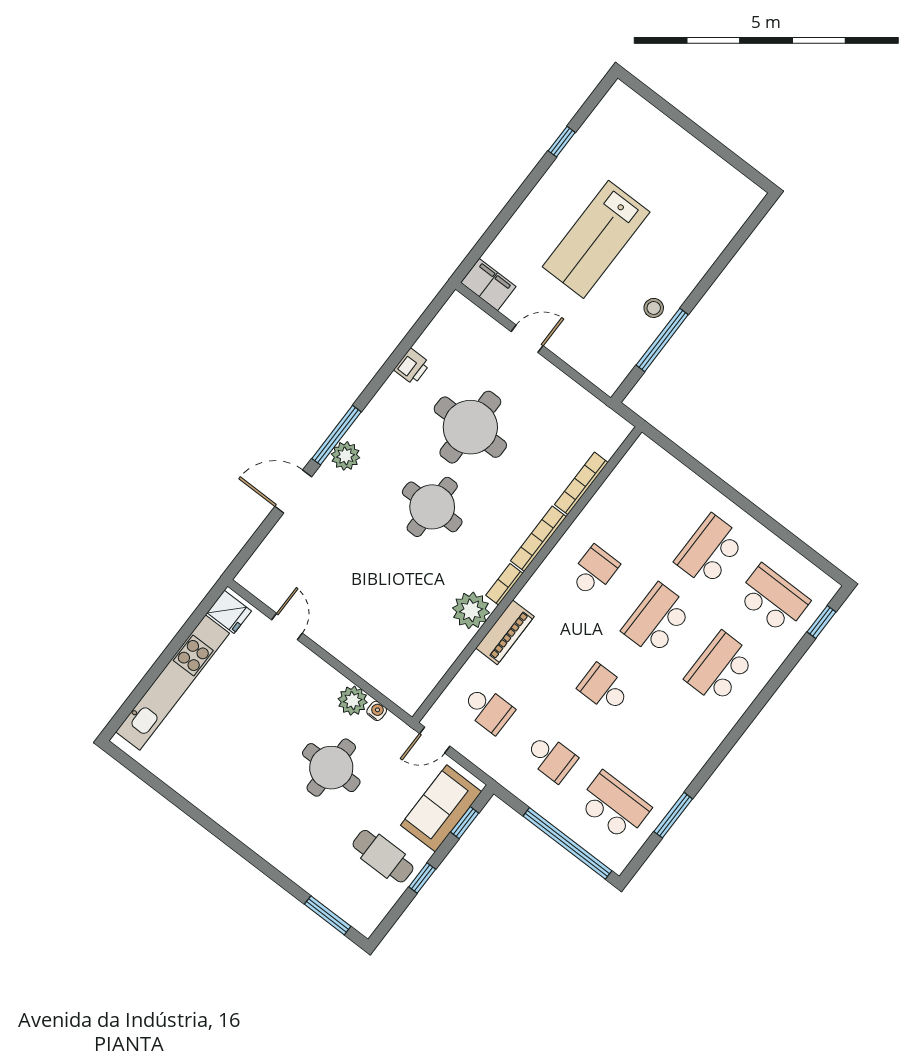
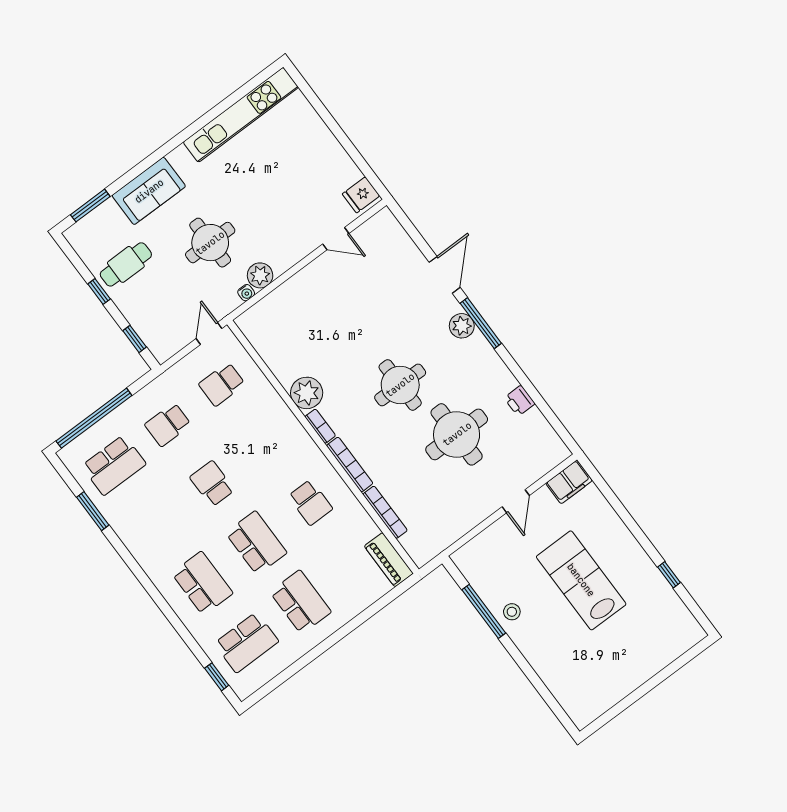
piano: (505, 632) -> (389, 560), moved
kitchen unit: (173, 682) -> (241, 115), moved, turned -90
school desk: (604, 689) -> (212, 484), turned -90
sofa: (441, 808) -> (149, 191), moved, turned 90

